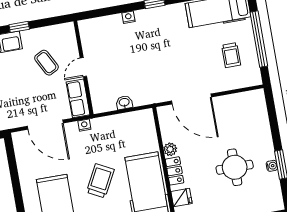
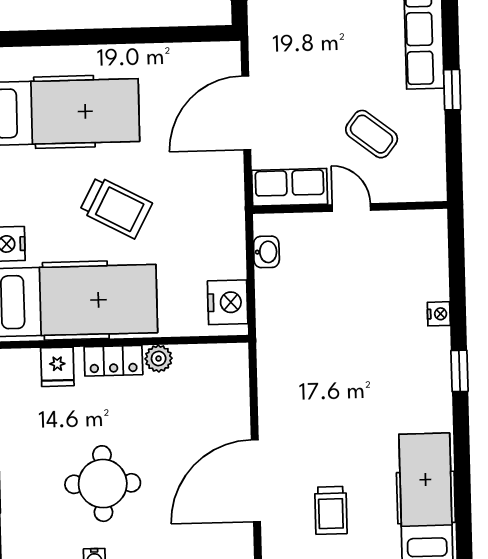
trolley: (231, 55) -> (331, 510), turned -90
coffee table: (46, 63) -> (372, 134), turned 66
door: (191, 99) -> (256, 481), moved
washbasin: (124, 103) -> (266, 252), moved
nightstand: (84, 125) -> (228, 302), moved, width x1.89, depth x1.79

